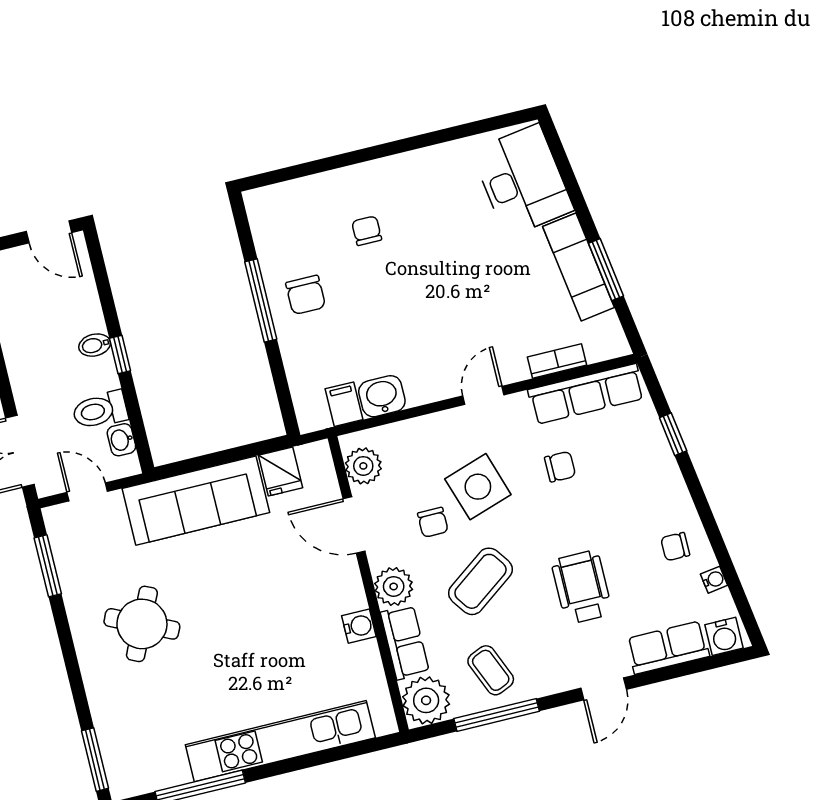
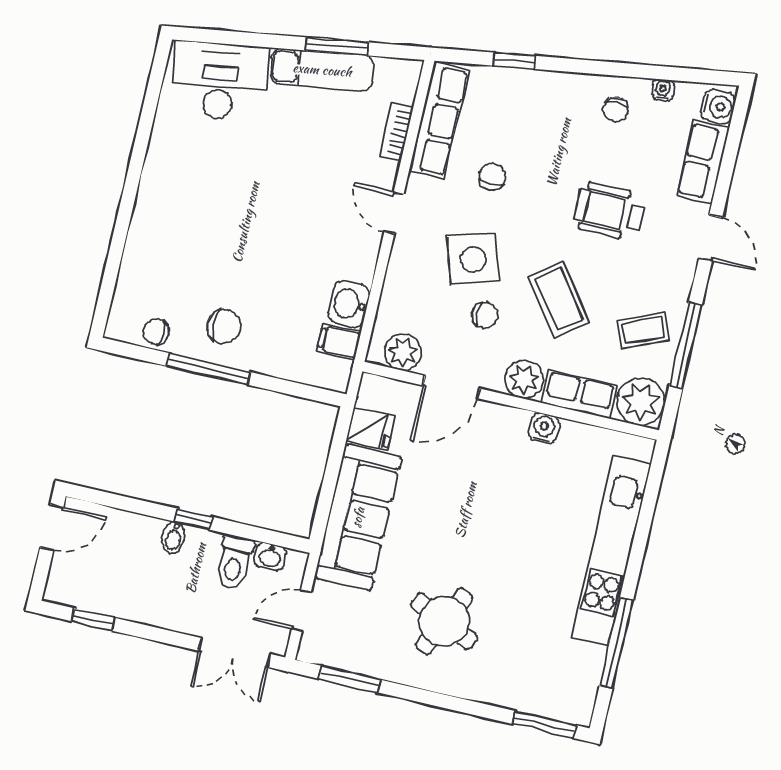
chair: (367, 231) -> (156, 332), moved

